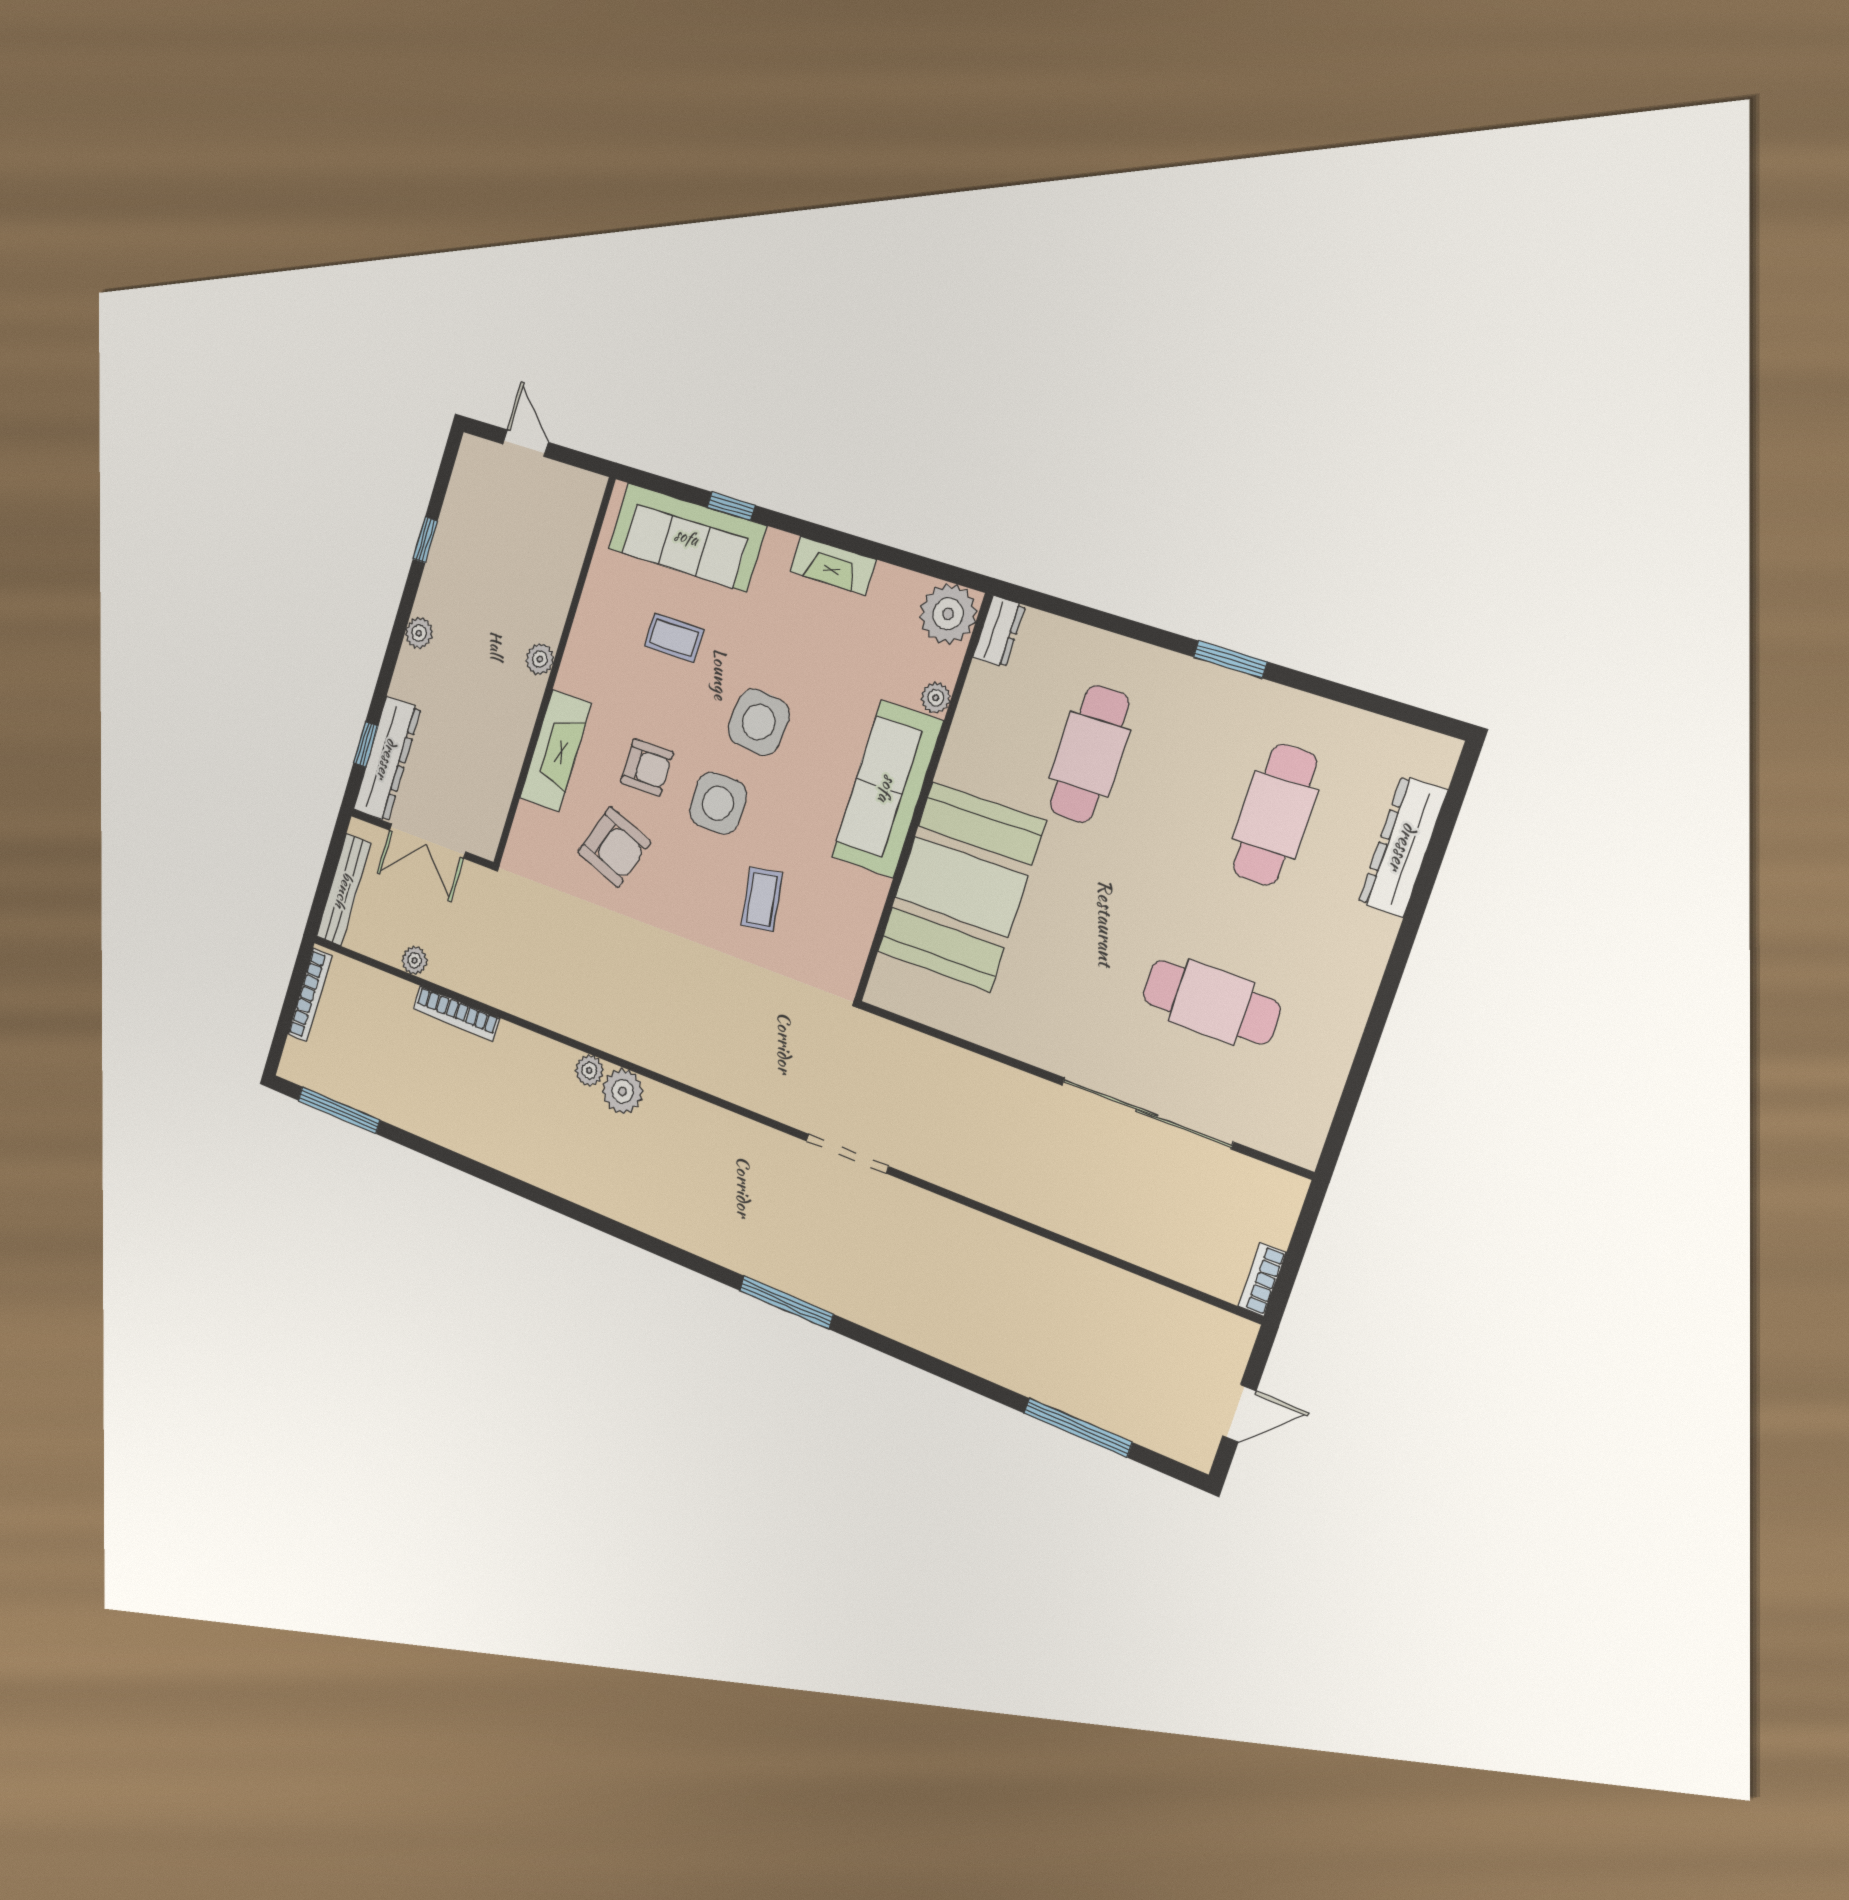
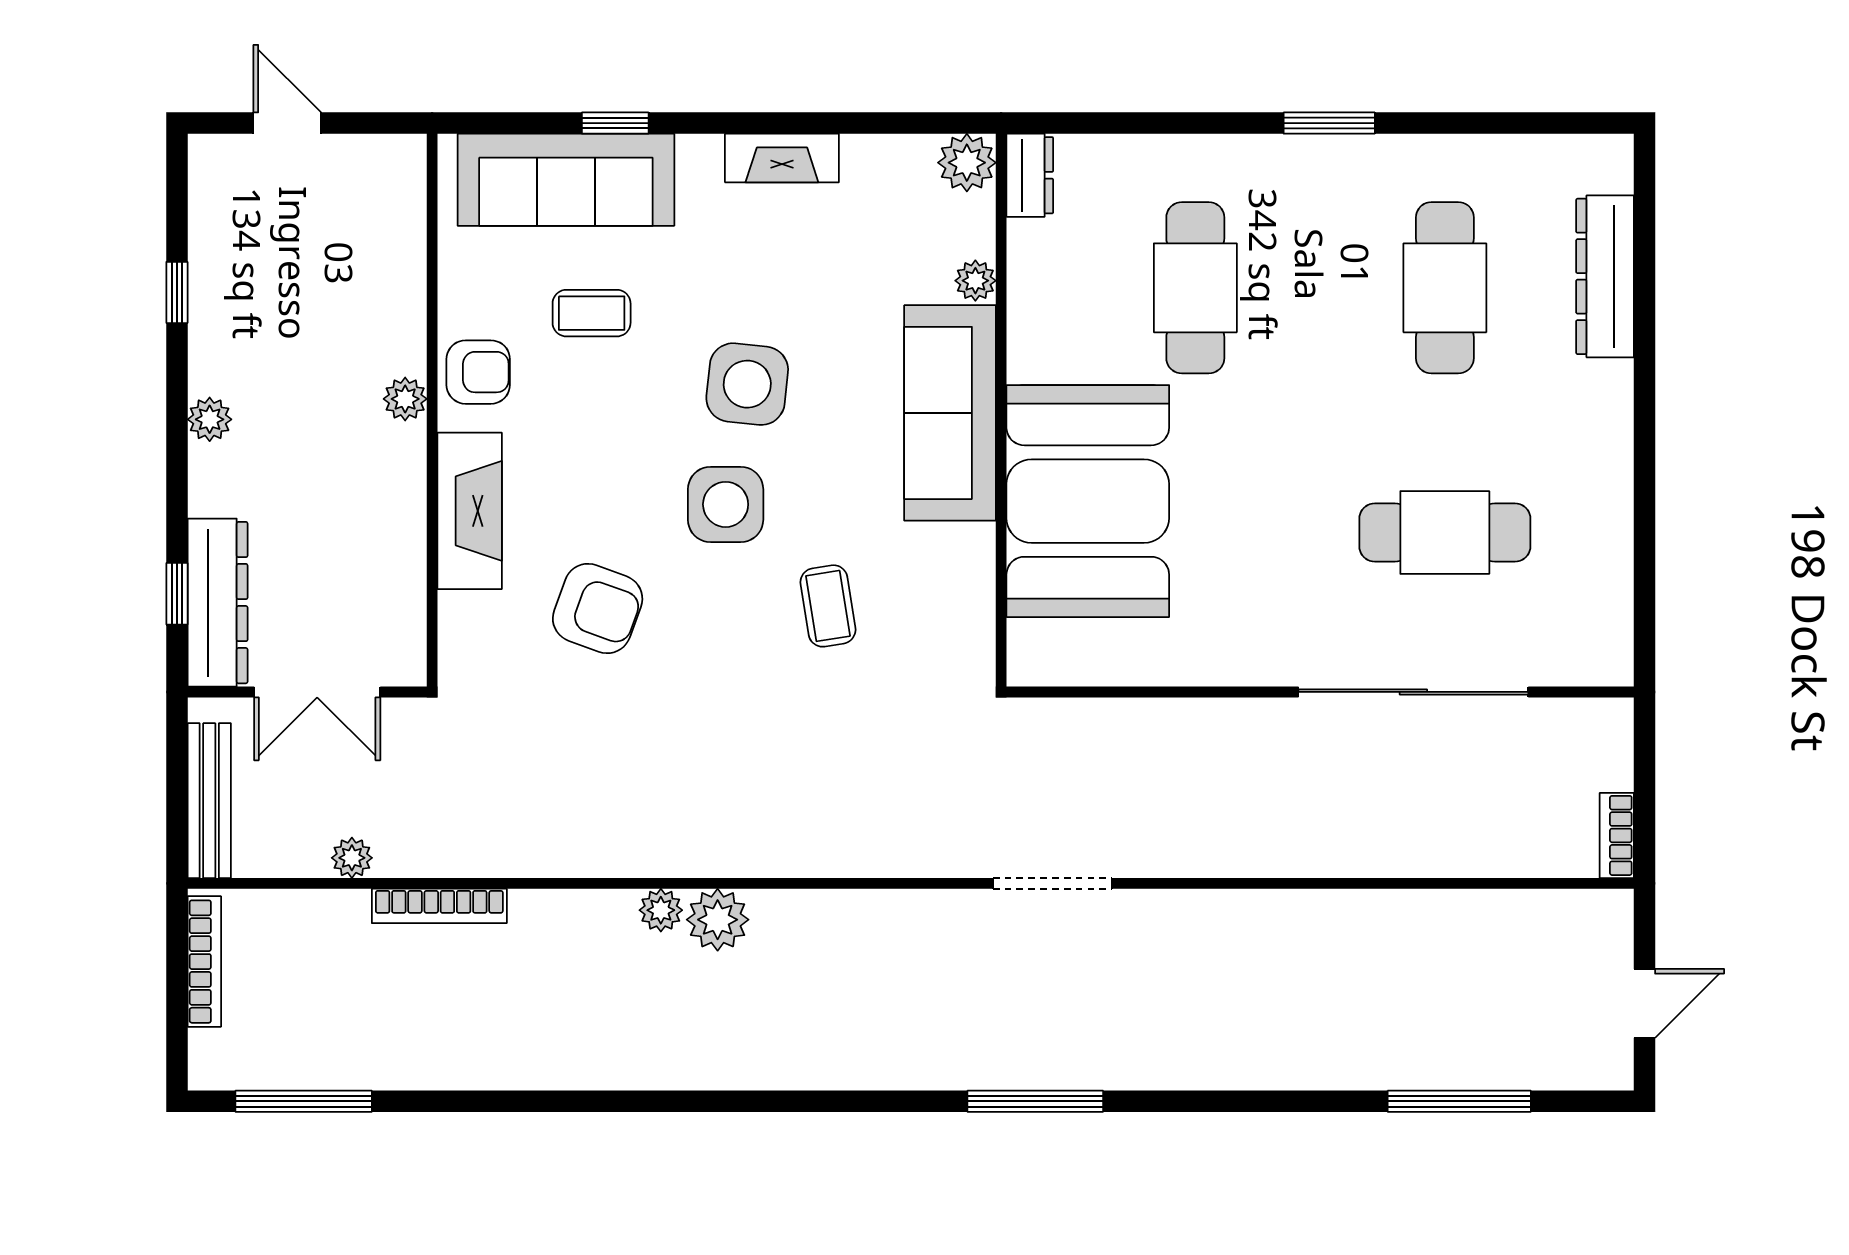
plant: (948, 614) -> (967, 163), width x0.73, depth x0.73
armchair: (647, 767) -> (478, 372), moved

